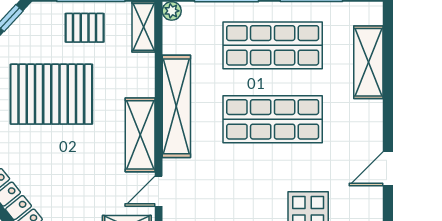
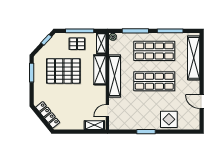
shelving: (368, 62) -> (194, 58), width x1.47
shelving: (140, 135) -> (100, 70), moved
door: (388, 169) -> (202, 102), hinge flipped

